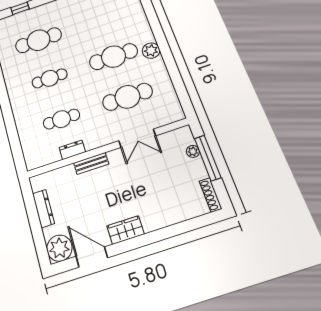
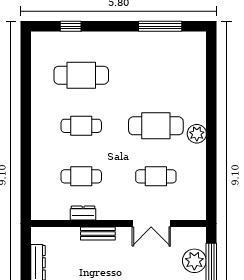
cafe table: (127, 97) -> (156, 176), width x0.73, depth x0.74
plant: (193, 151) -> (194, 261), width x1.88, depth x1.88

